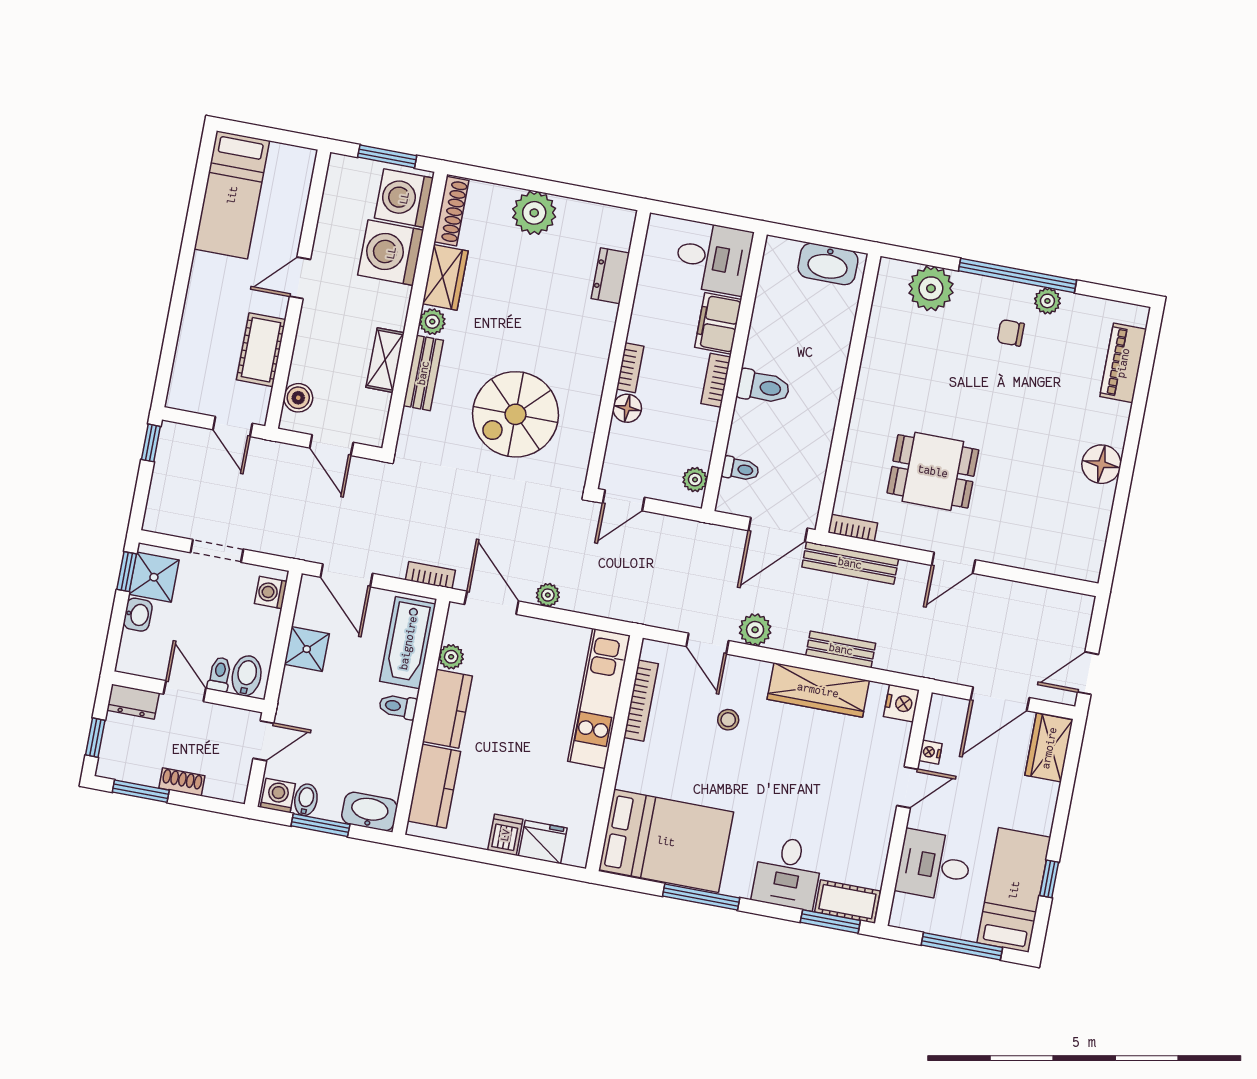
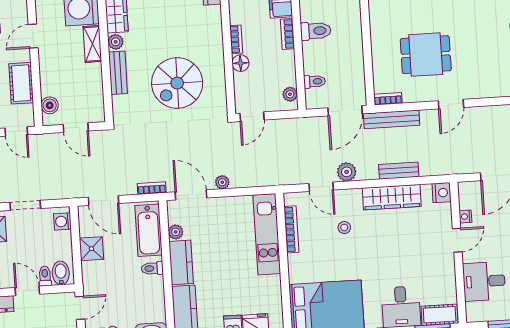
shelving: (385, 360) -> (92, 44), moved

